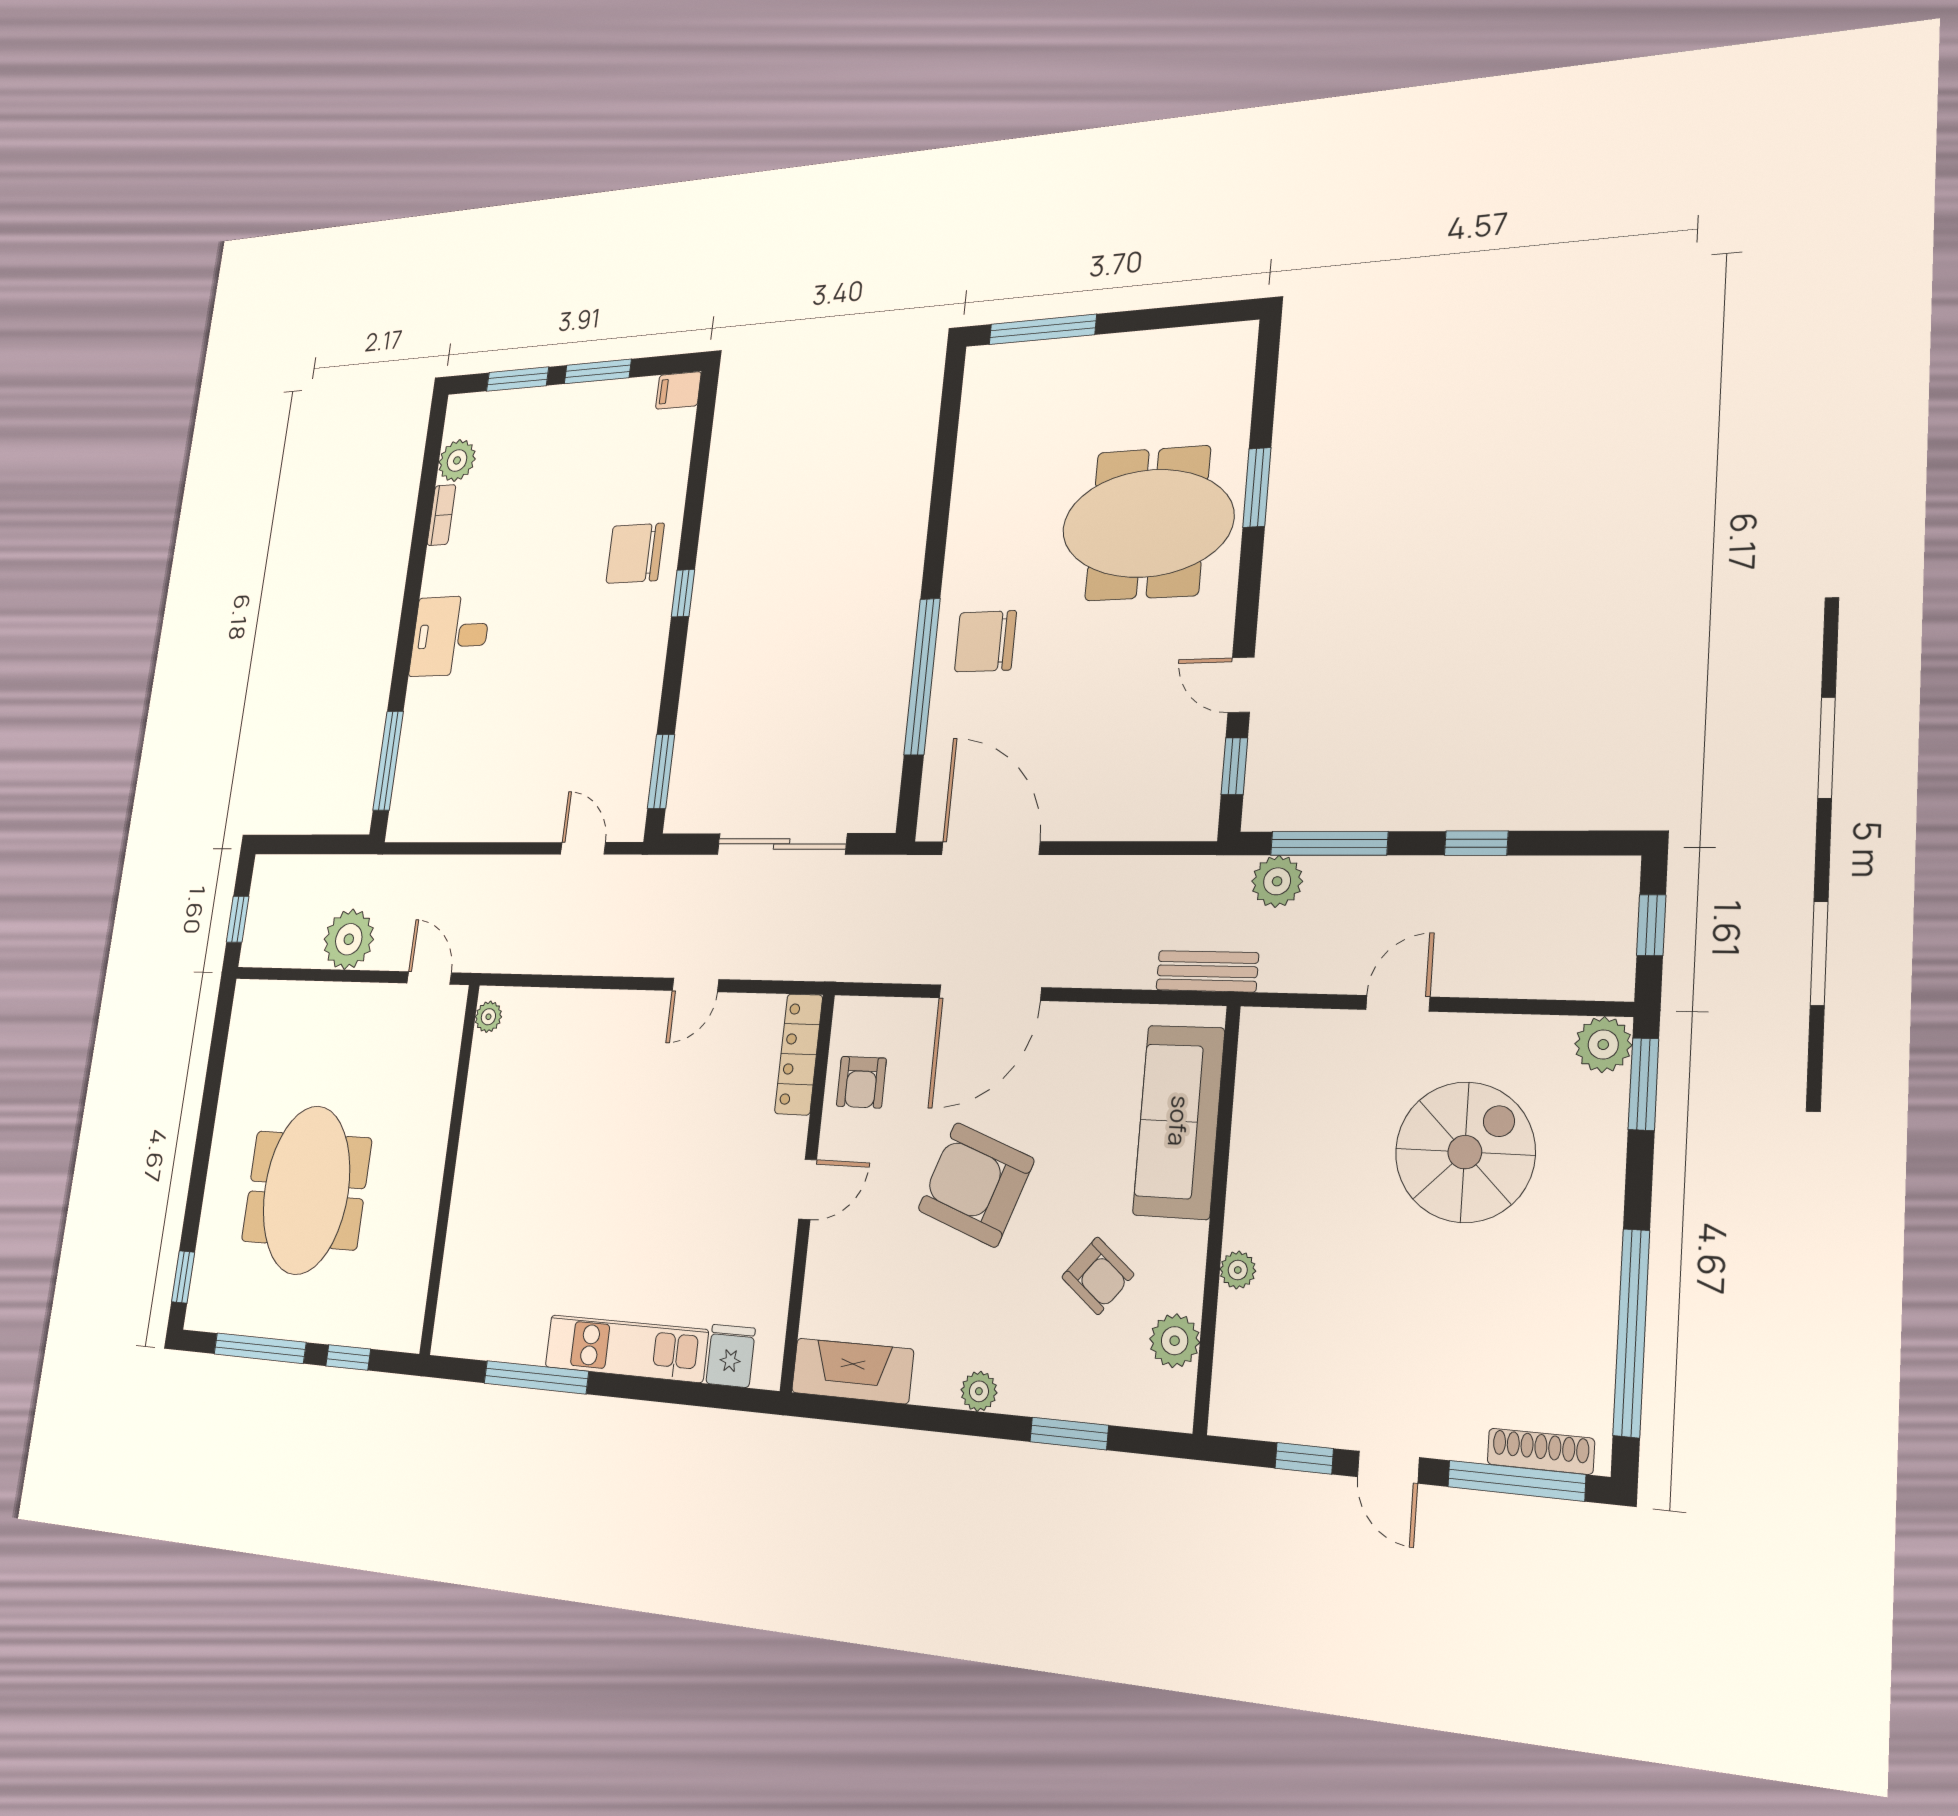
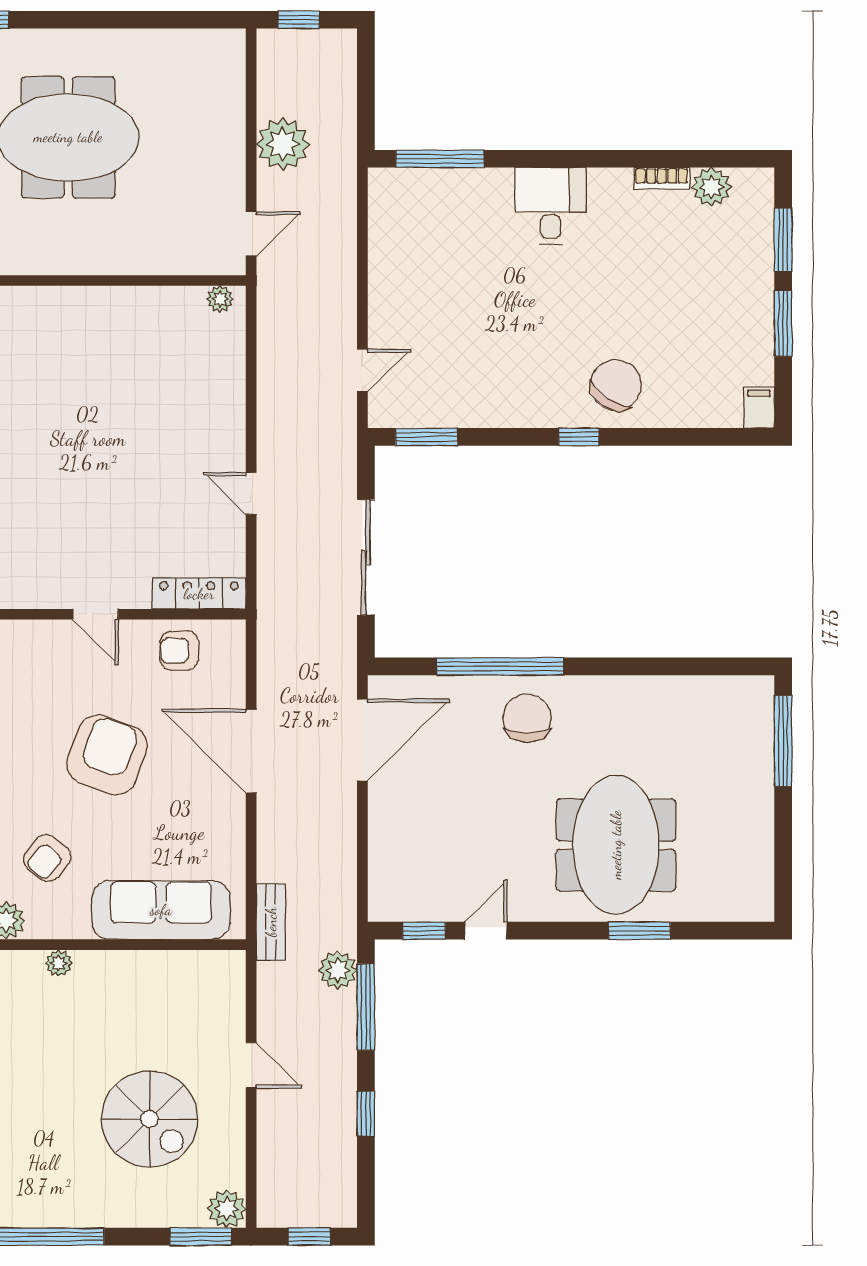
chair: (635, 553) -> (616, 385), turned 33

